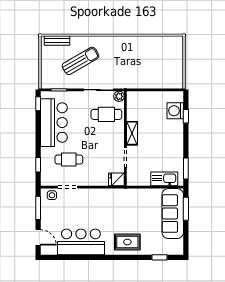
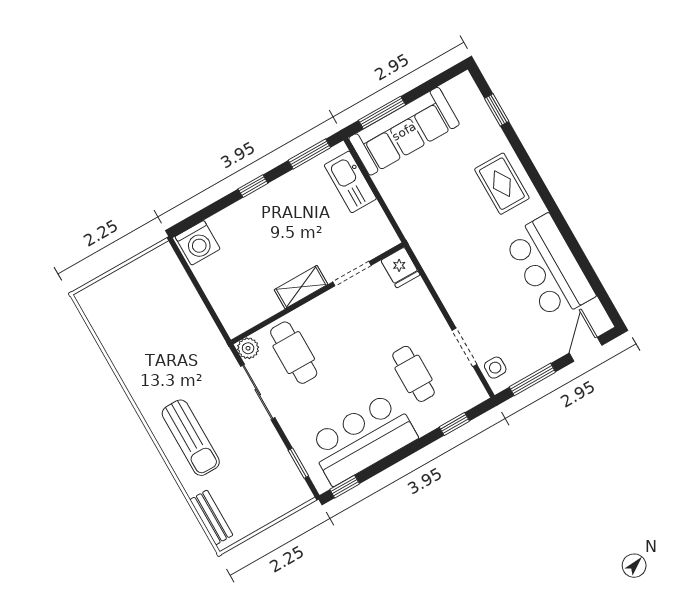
sun lounger: (81, 61) -> (191, 438), moved, turned -150
washing machine: (175, 111) -> (198, 243), moved
window: (186, 116) -> (253, 186), moved

